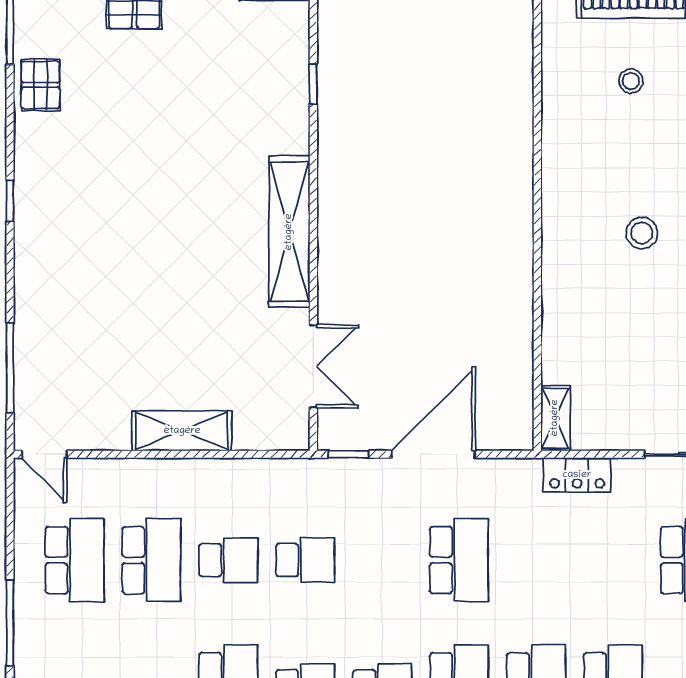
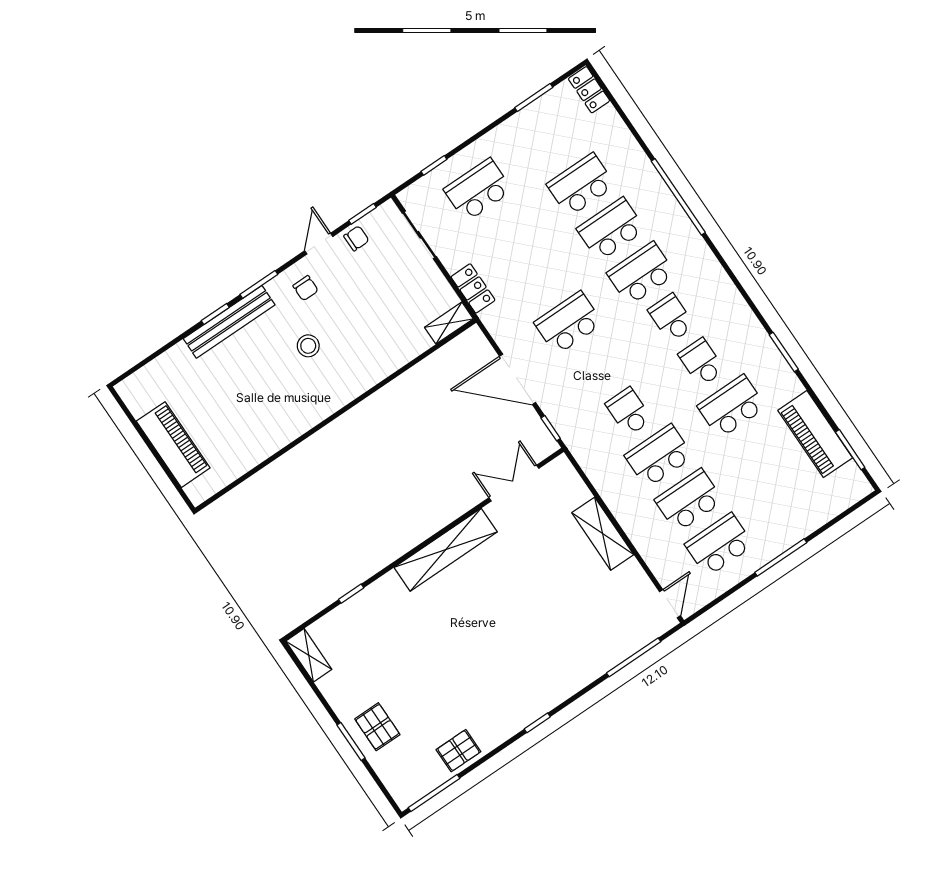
stool: (631, 81) -> (225, 412), removed
school desk: (228, 560) -> (659, 456), width x1.85

